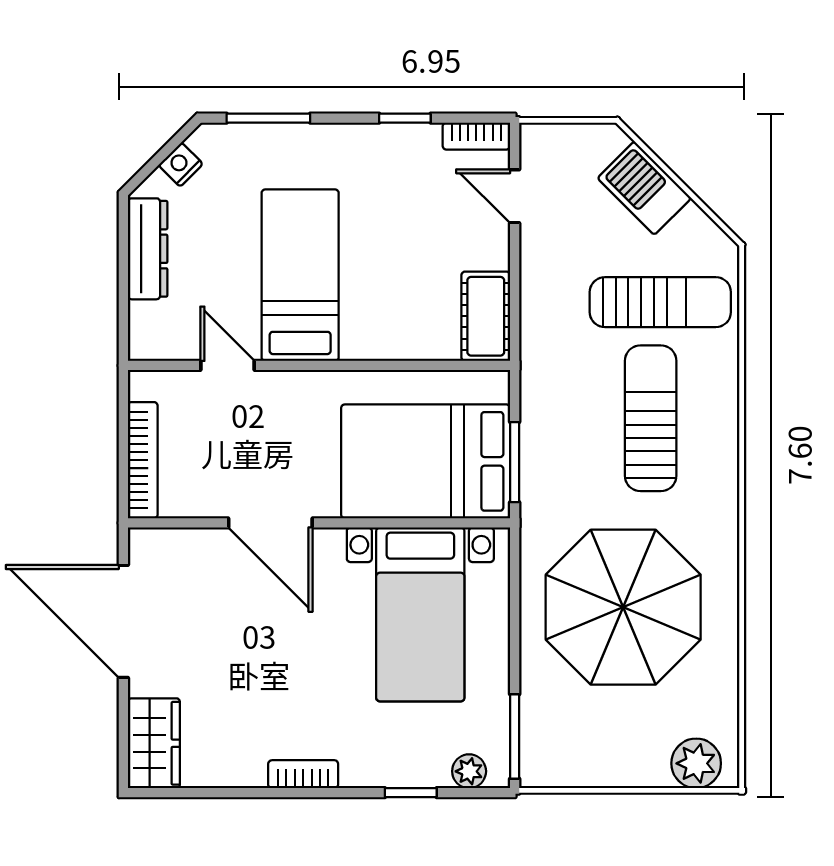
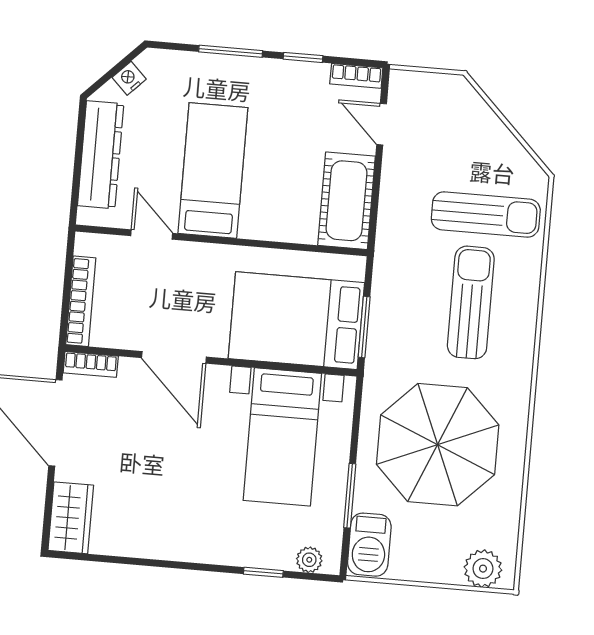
window: (268, 118) -> (231, 51), moved
barbecue: (644, 188) -> (369, 545), moved, turned -135
dresser: (148, 249) -> (101, 155), width x1.37, depth x1.24
cot: (486, 316) -> (347, 201), width x1.37, depth x1.34
window: (515, 736) -> (350, 496), moved
bookcase: (303, 774) -> (91, 364), moved, turned 180

